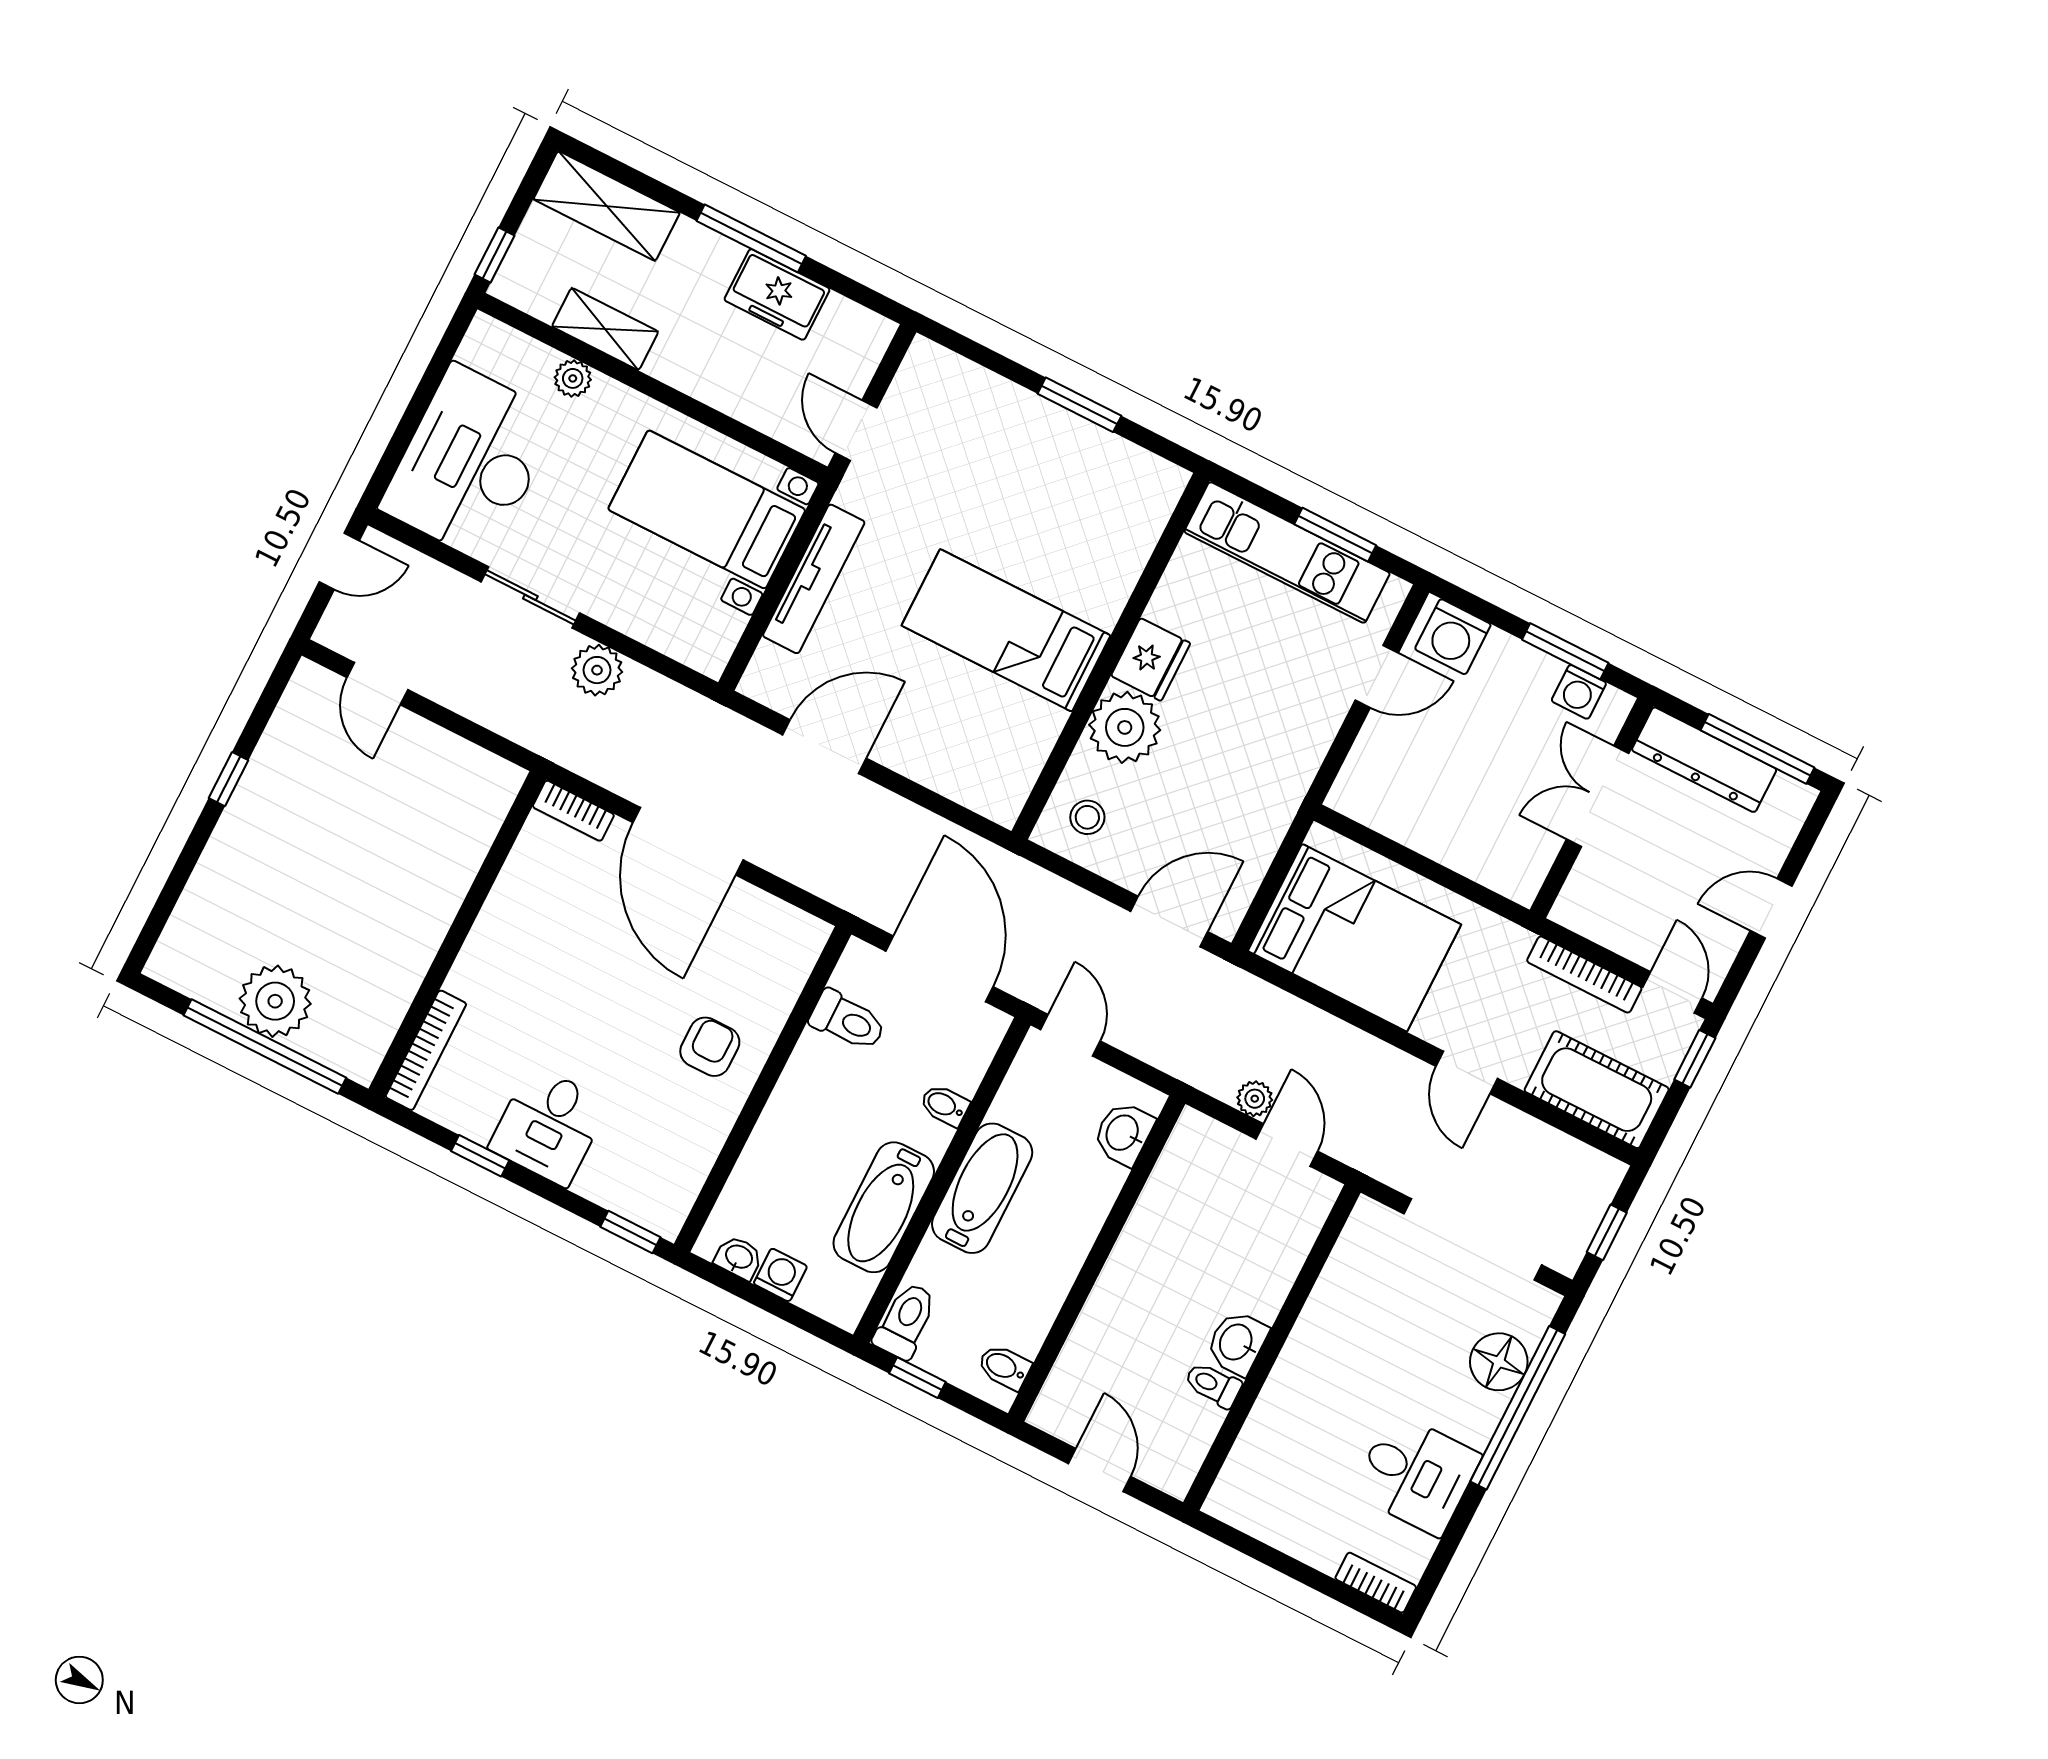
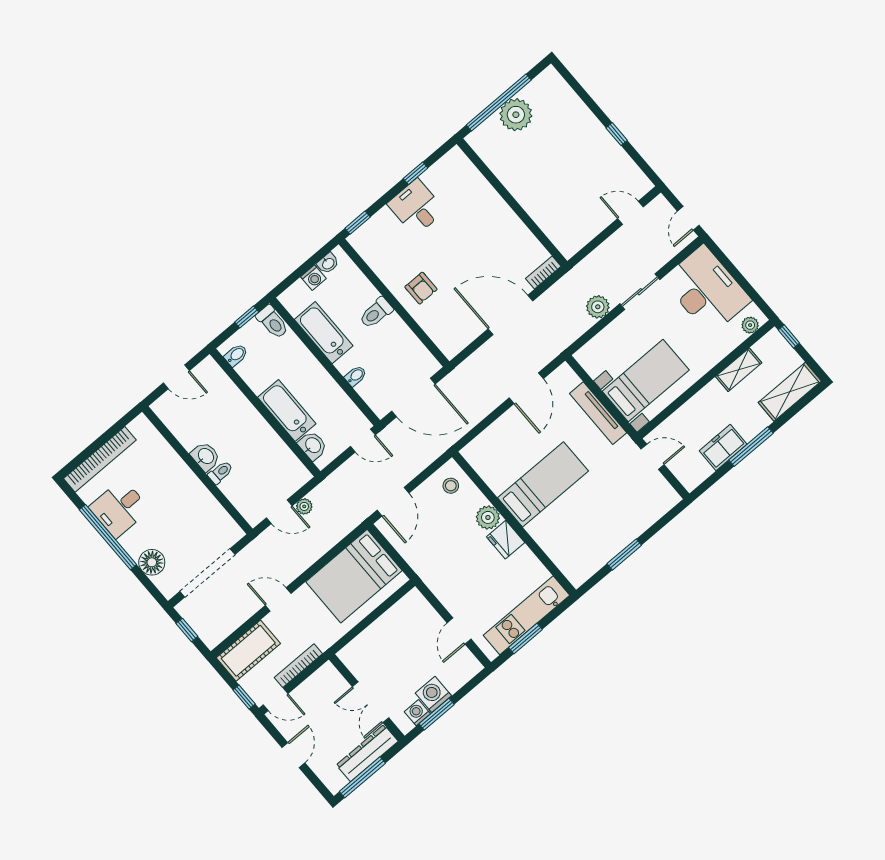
plant: (573, 378) -> (750, 325), moved
washing machine: (1453, 637) -> (433, 694), moved
plant: (1125, 727) -> (488, 517), width x0.73, depth x0.73
double door: (1598, 796) -> (371, 702), swing flipped
toilet: (848, 1021) -> (376, 313), moved
bookcase: (426, 1050) -> (469, 169), removed
bathtub: (982, 1188) -> (287, 411), moved, turned 180
toilet: (1213, 1385) -> (220, 472), moved
window: (1518, 1408) -> (108, 537), moved
bookcase: (1376, 1583) -> (100, 459), width x2.31, depth x1.31

